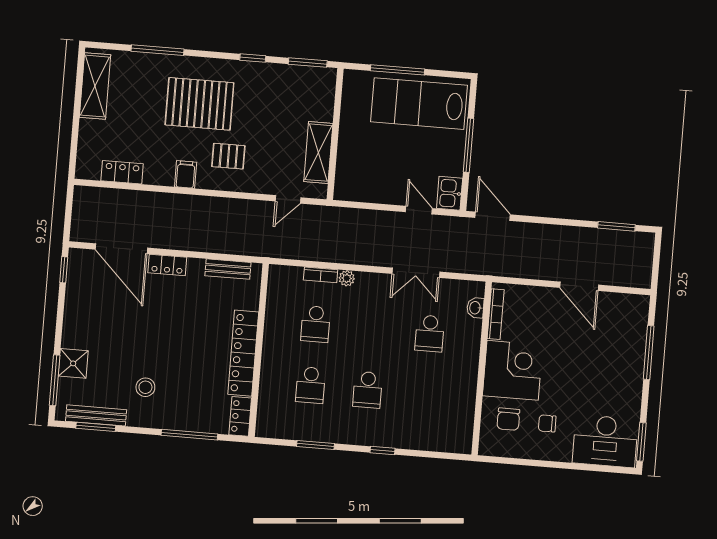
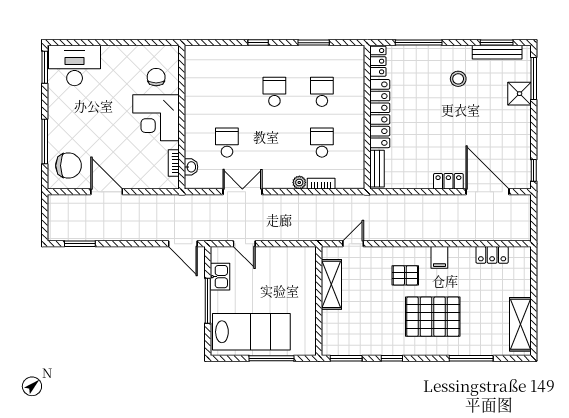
kitchen sink: (450, 193) -> (220, 277), moved
bench: (228, 269) -> (377, 169), moved, turned 90
bookcase: (496, 314) -> (174, 163), width x0.64
chair: (547, 423) -> (68, 166), moved, width x1.87, depth x1.87

